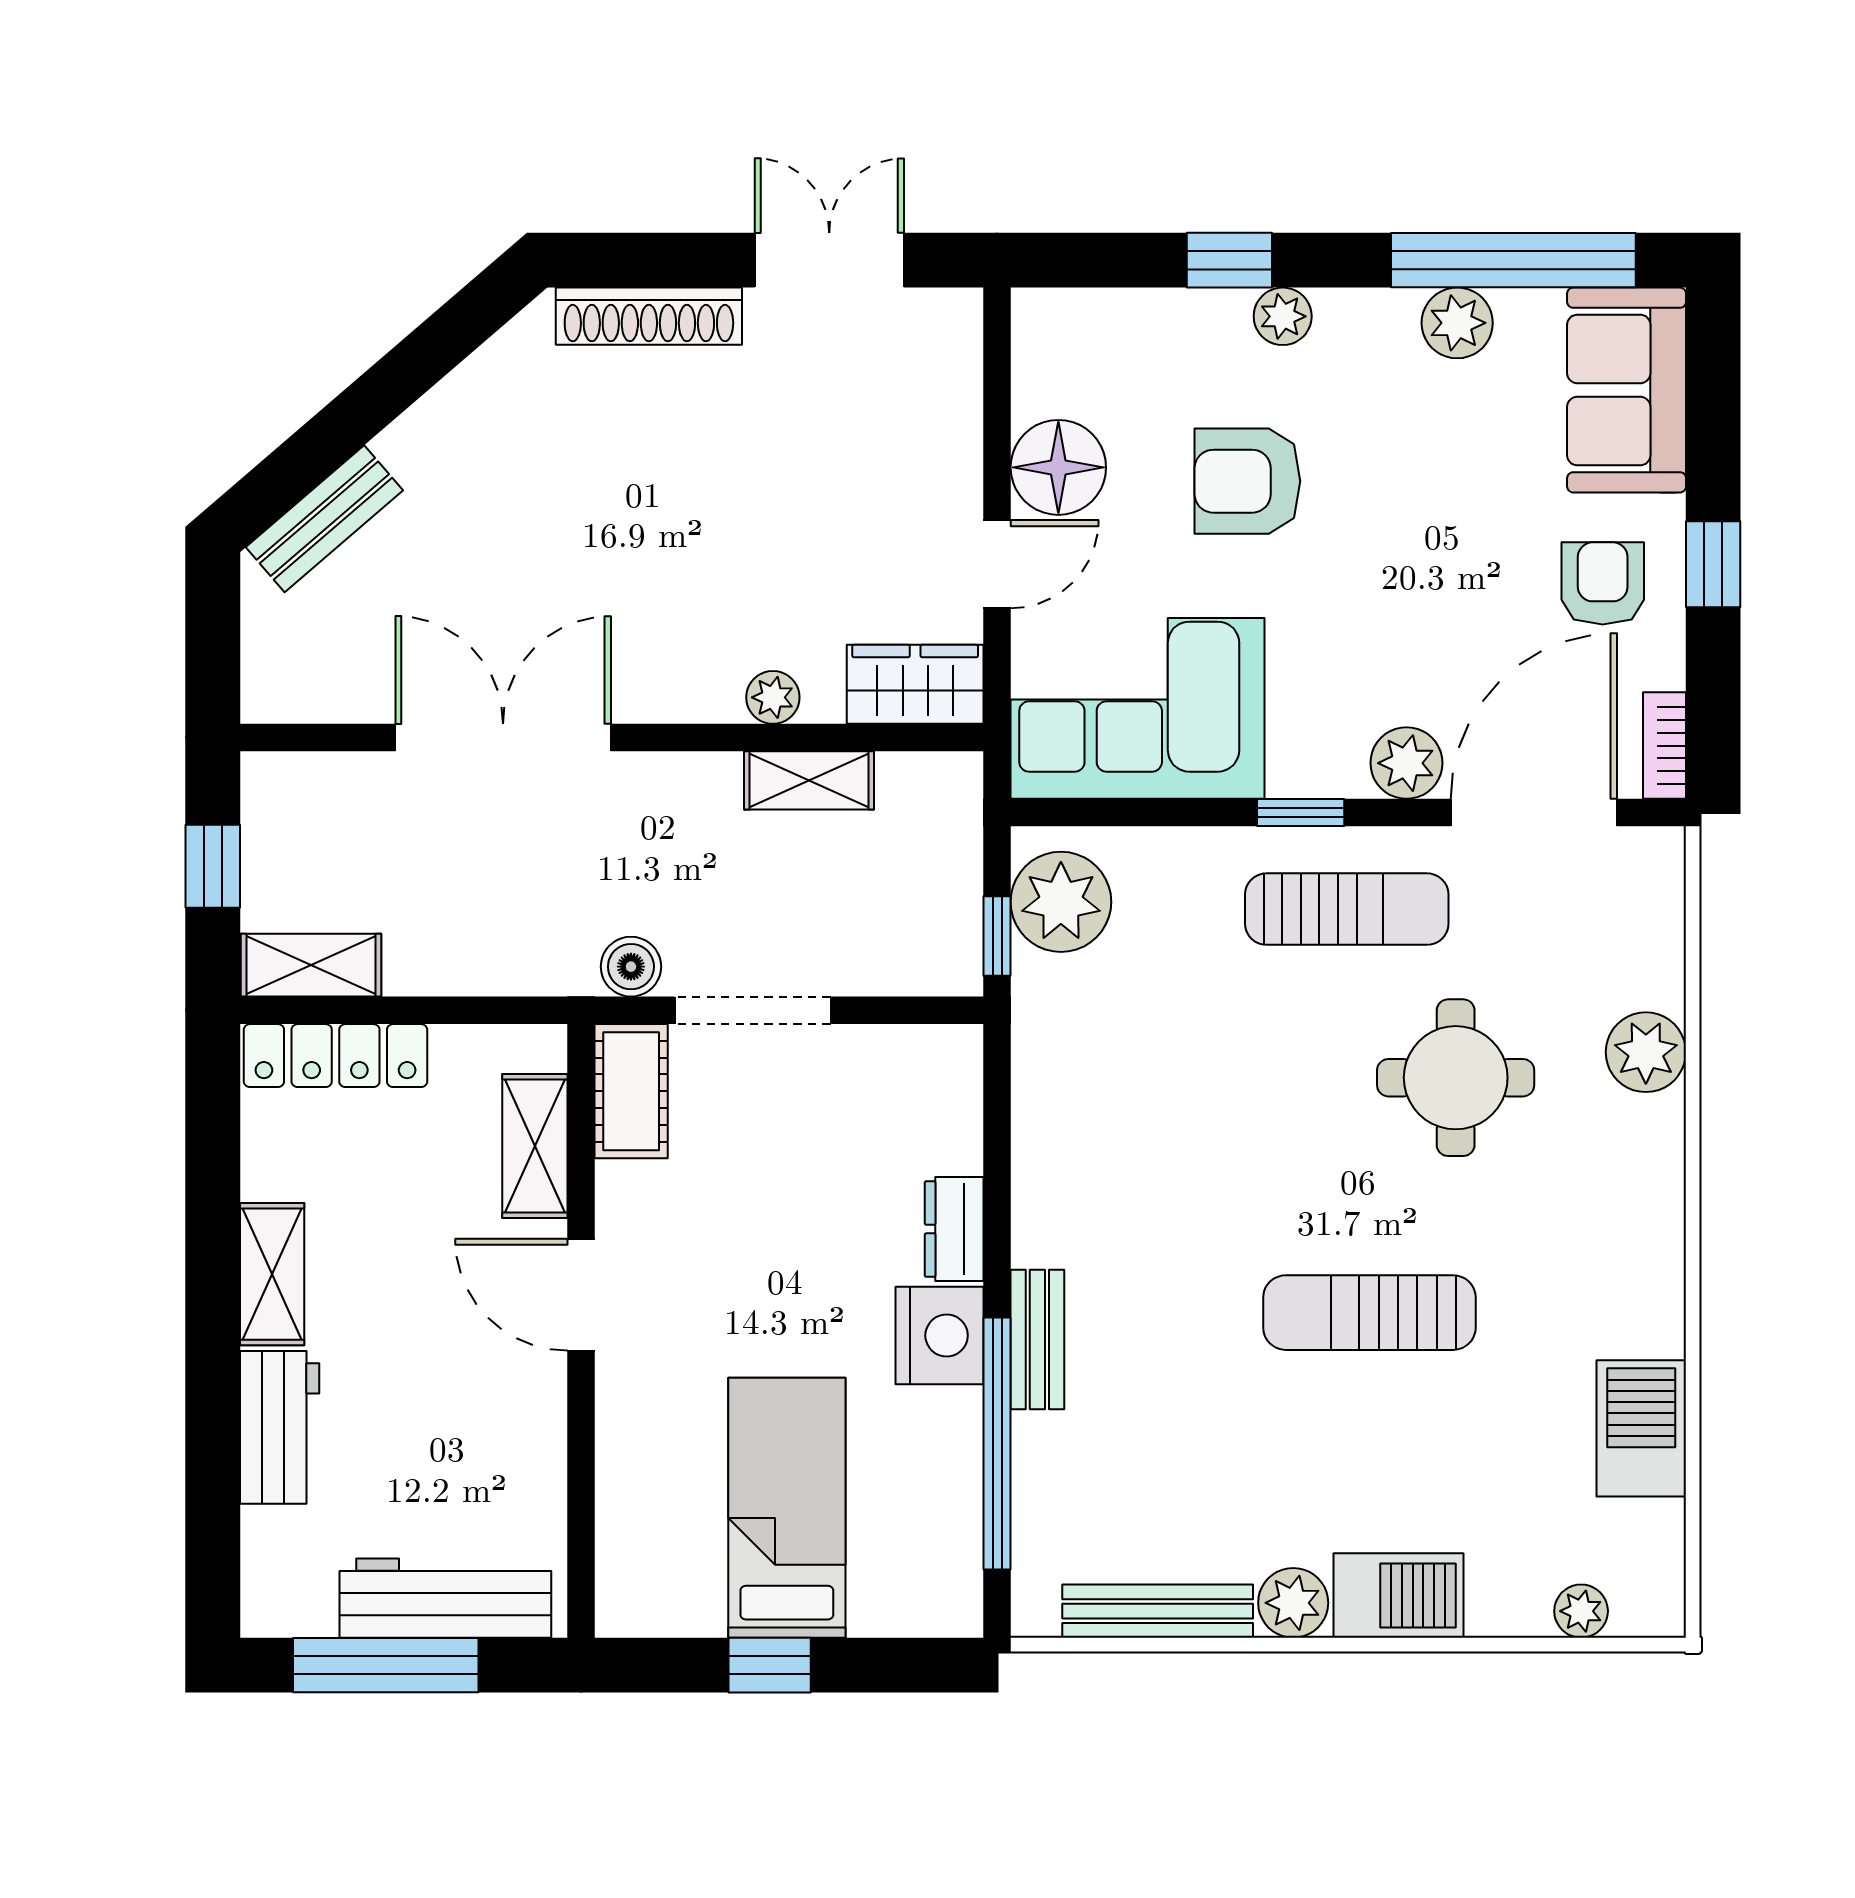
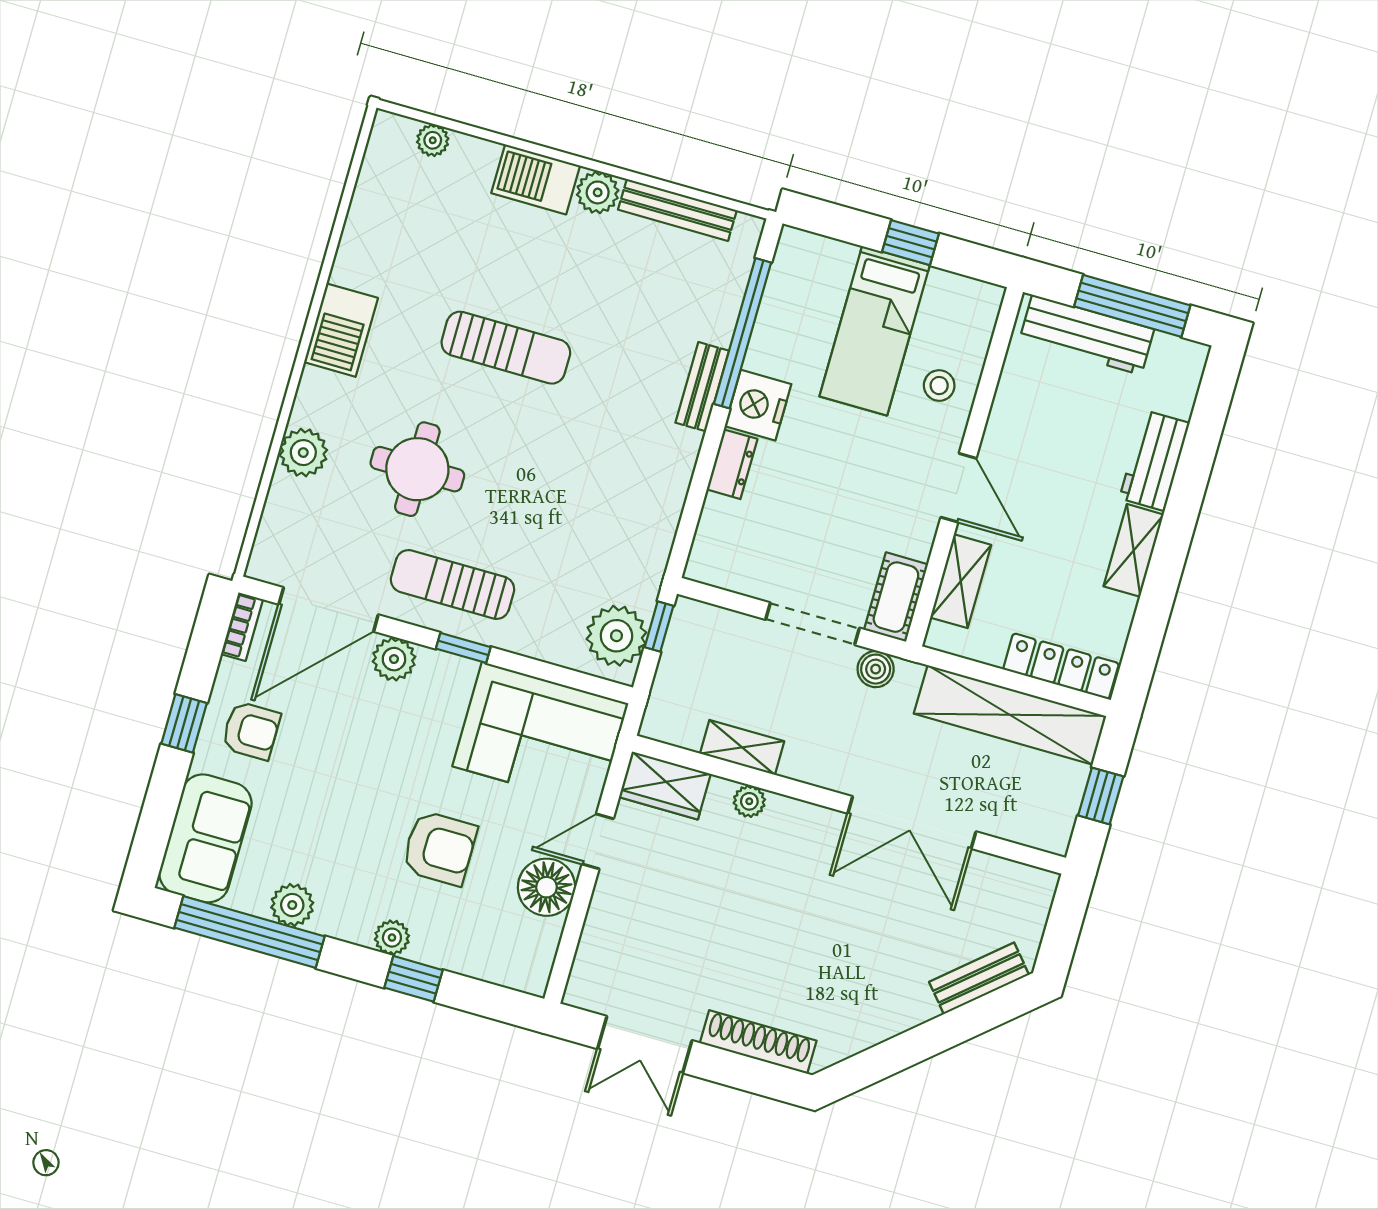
armchair: (1603, 583) -> (251, 731), turned -90
shelving: (311, 965) -> (1010, 715), width x2.20, depth x1.33
barbecue: (1641, 1428) -> (341, 330), moved
stool: (659, 1449) -> (939, 386), added

